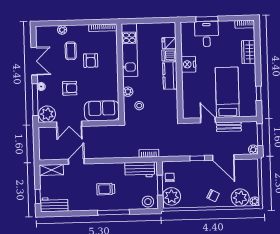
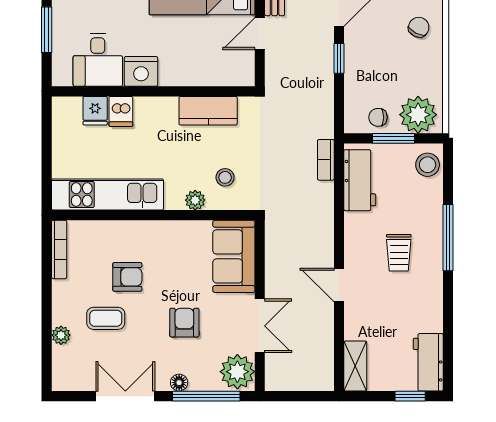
desk: (207, 34) -> (98, 60), moved, turned -90
kitchen counter: (170, 76) -> (208, 111), moved
door: (76, 162) -> (339, 285), moved

